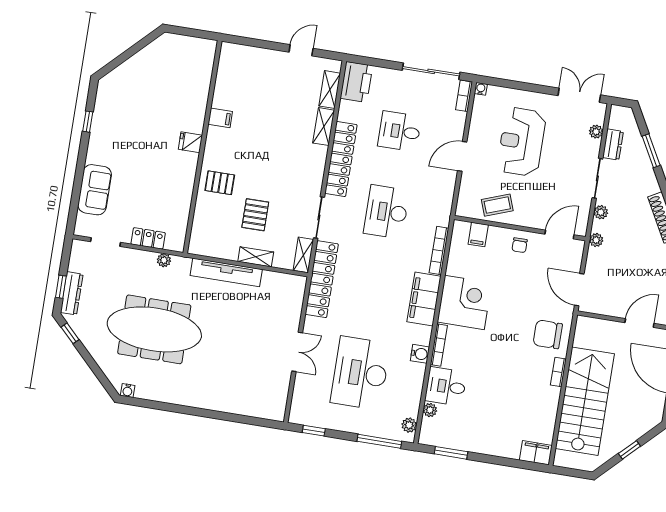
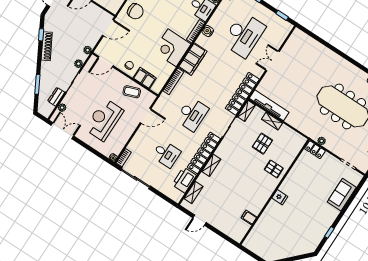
printer: (356, 82) -> (184, 180), moved
double door: (579, 95) -> (62, 131), swing flipped
filing cabinet: (220, 118) -> (249, 217), moved
shelving: (324, 127) -> (211, 165), moved
reception desk: (522, 142) -> (104, 120), turned 180
door: (462, 156) -> (146, 116), moved
filing cabinet: (478, 234) -> (145, 78), width x2.00
locker: (148, 238) -> (315, 150), moved
tv unit: (226, 272) -> (269, 105), moved
door: (579, 290) -> (108, 28), hinge flipped

